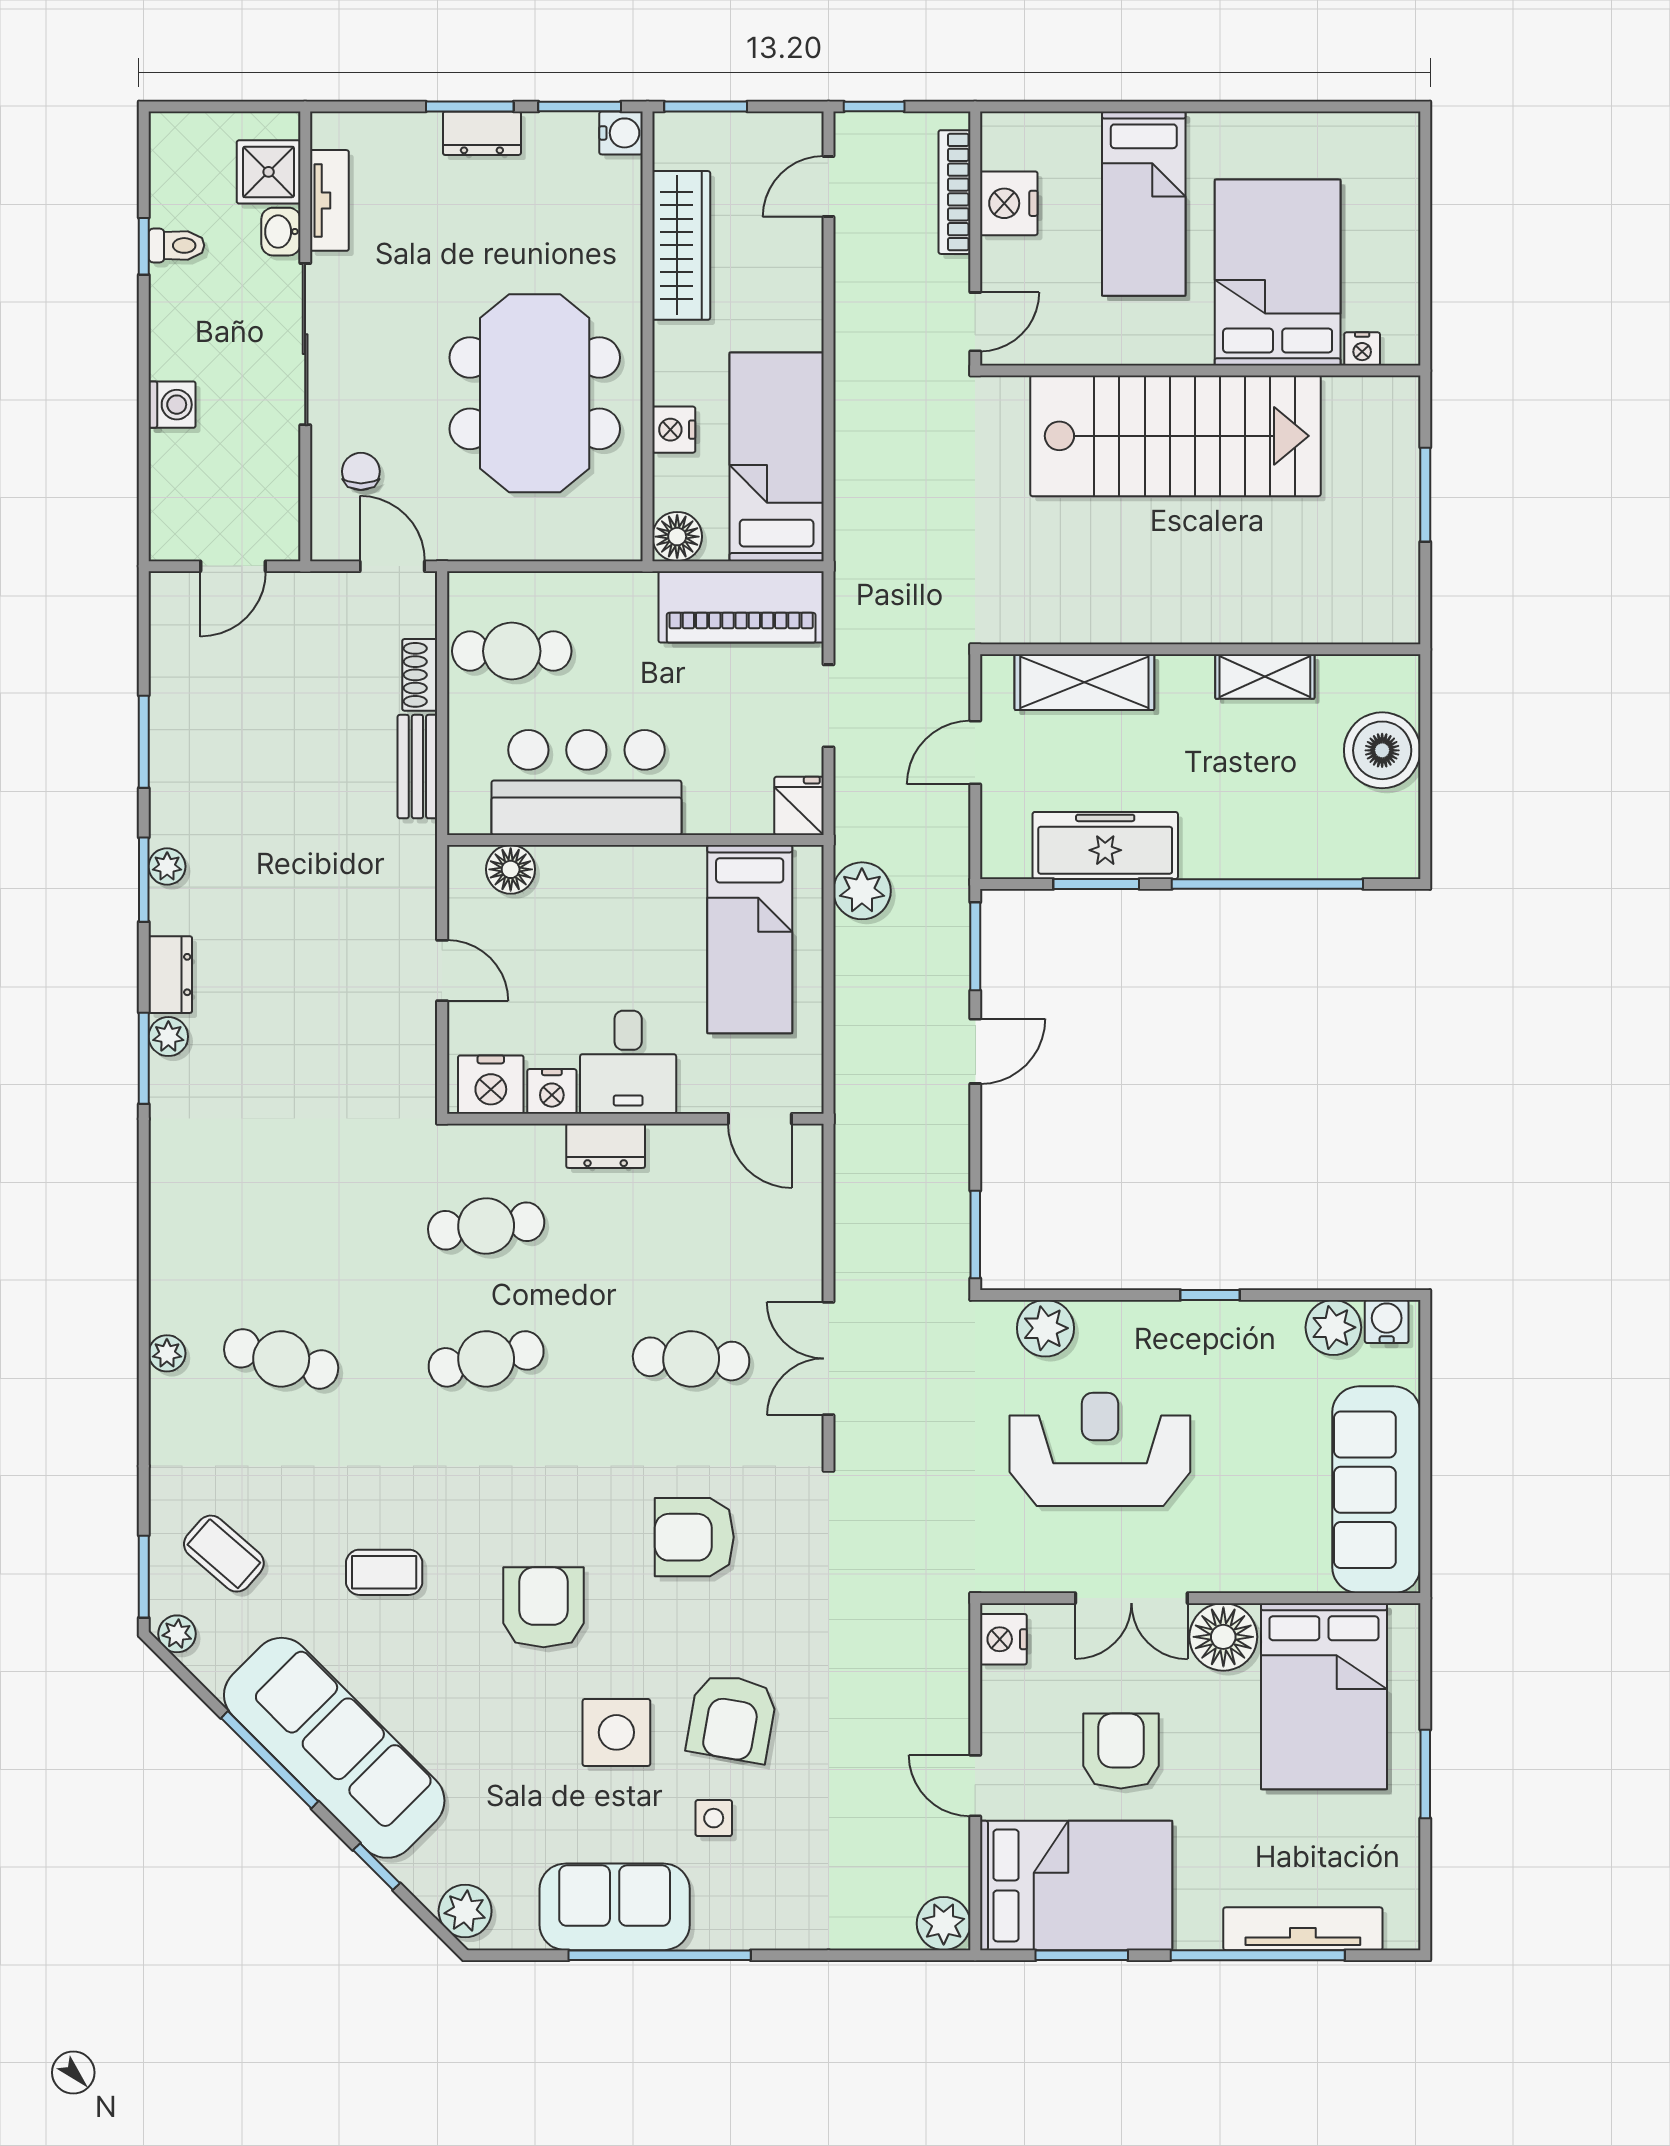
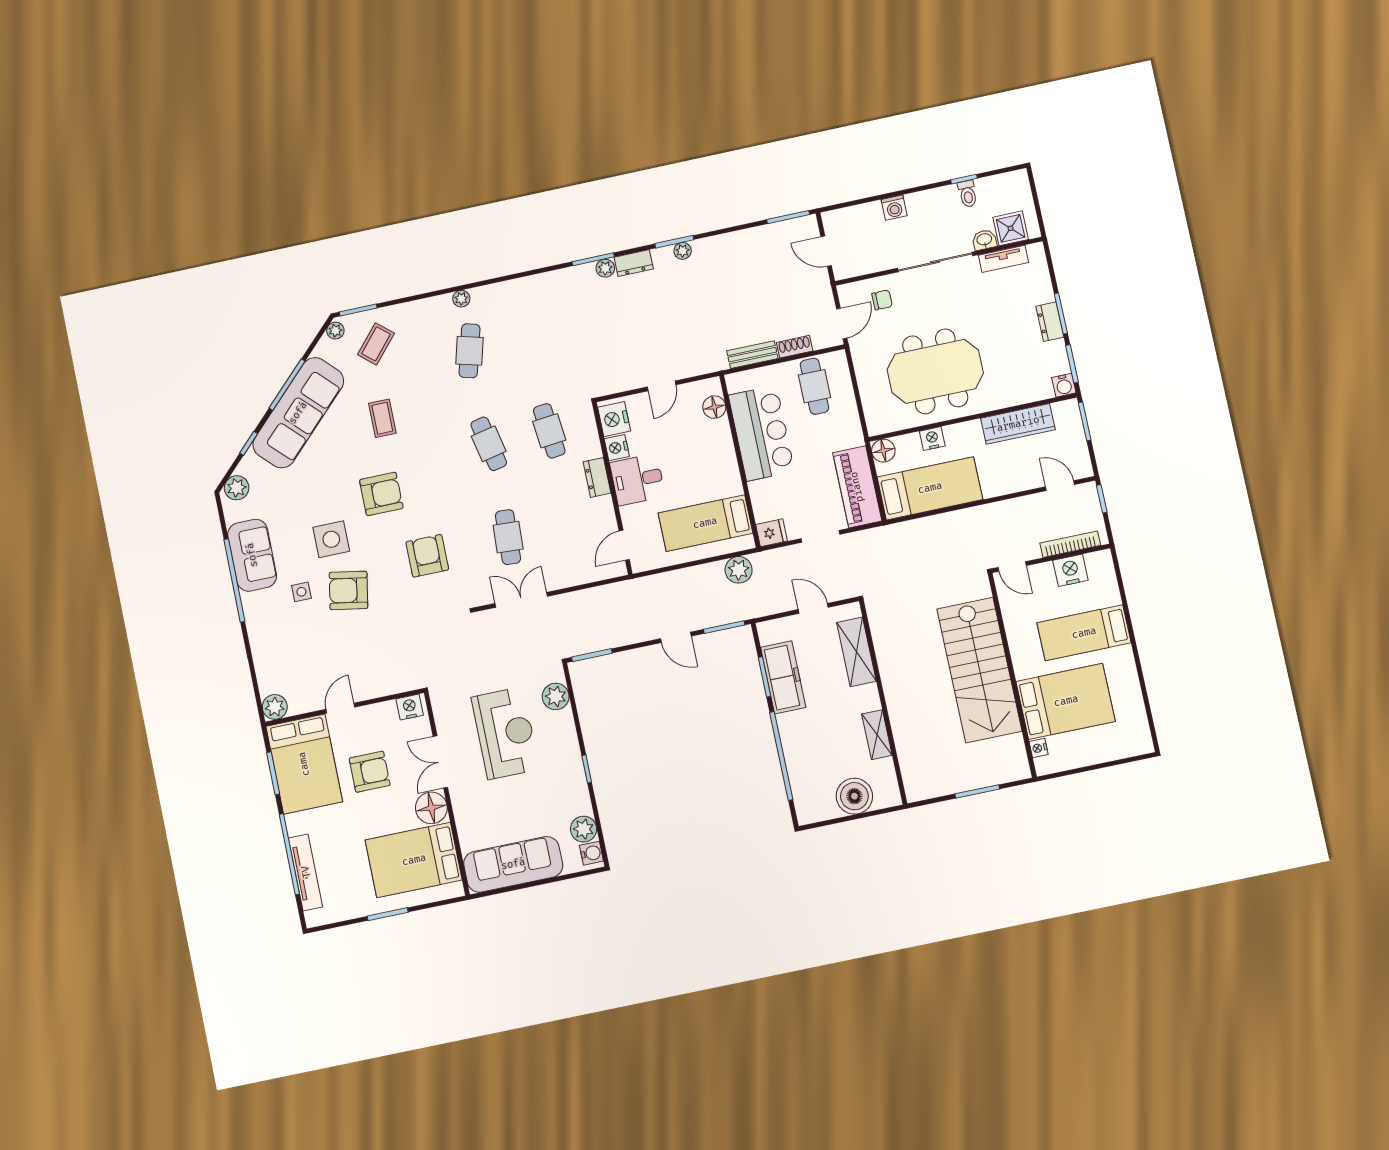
window: (144, 742) -> (788, 217), moved

